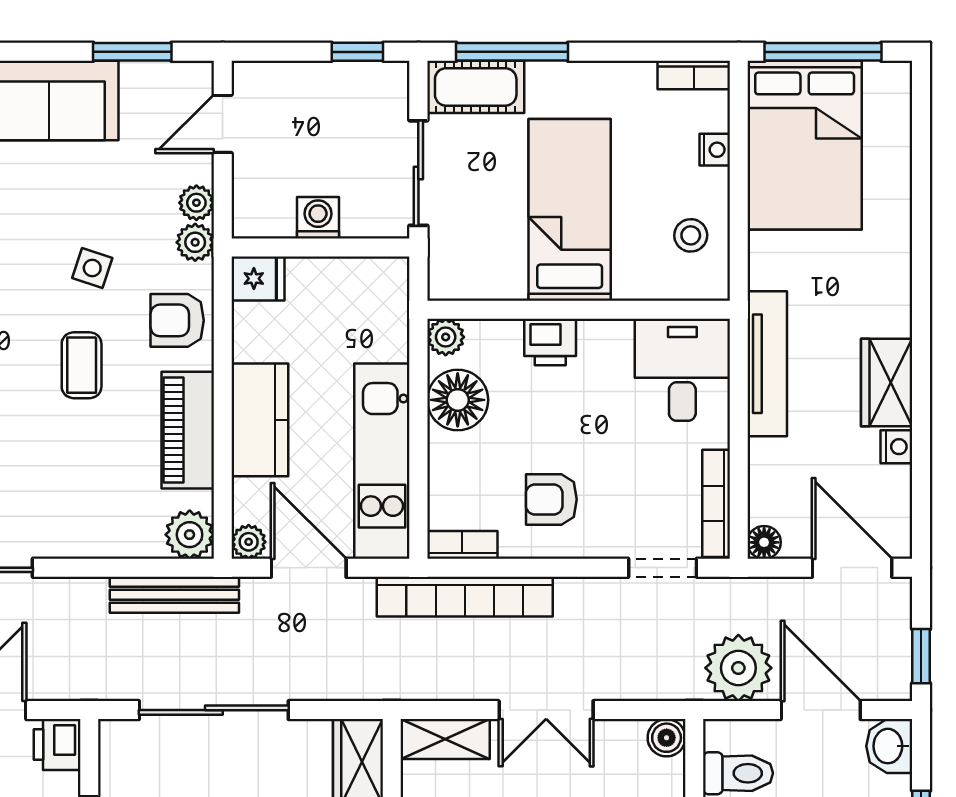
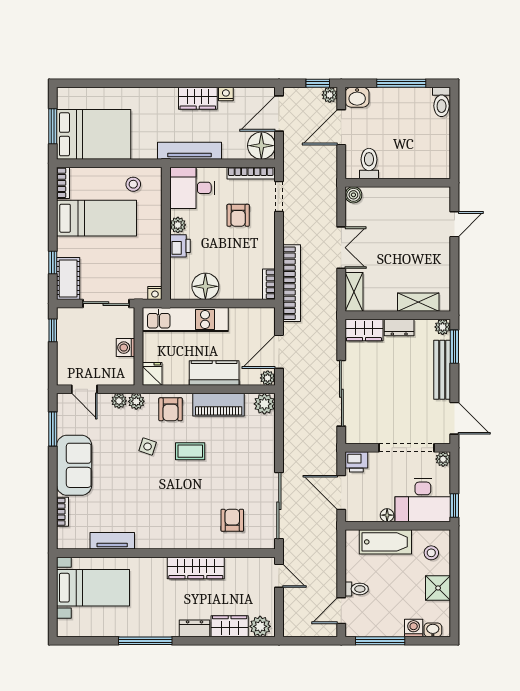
window: (512, 52) -> (53, 263), width x0.46
window: (823, 52) -> (53, 126), width x0.69
nightstand: (715, 150) -> (155, 293), moved, turned 180
bed: (570, 210) -> (97, 218), moved, turned 180
plant: (446, 337) -> (178, 225), moved
kitchen unit: (382, 461) -> (185, 320), moved
armchair: (551, 499) -> (238, 215), moved
floor lamp: (764, 542) -> (261, 146), width x1.89, depth x1.89
bench: (174, 595) -> (291, 411), removed
plant: (738, 668) -> (330, 95), moved, width x0.53, depth x0.53

